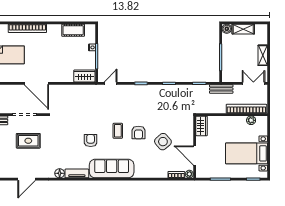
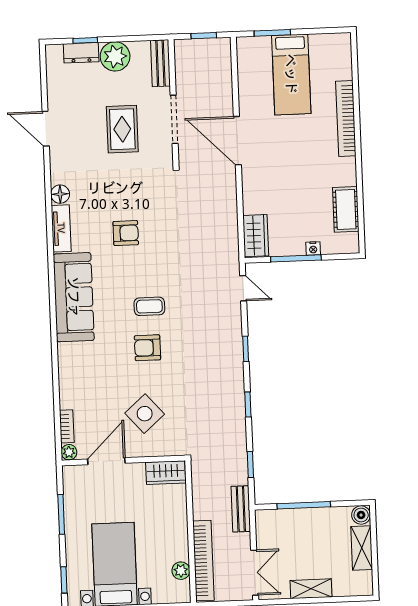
door: (36, 83) -> (237, 141), hinge flipped
armchair: (91, 141) -> (126, 233), moved
side table: (163, 142) -> (145, 414), moved

